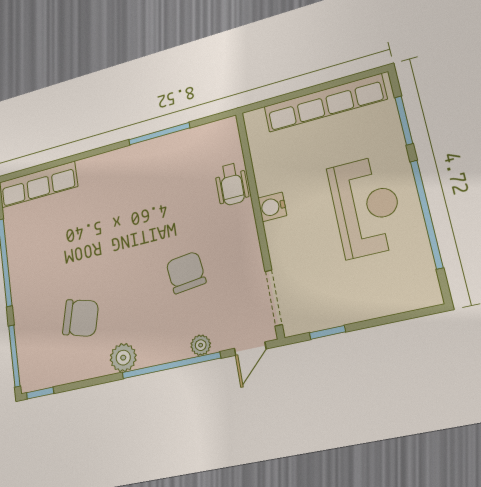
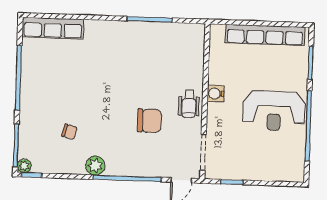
wheelchair: (232, 184) -> (189, 104), moved
reception desk: (366, 207) -> (274, 111), turned 90
chair: (186, 272) -> (149, 121), turned 97
chair: (81, 318) -> (69, 132), width x0.54, depth x0.54
plant: (201, 345) -> (24, 166), moved

